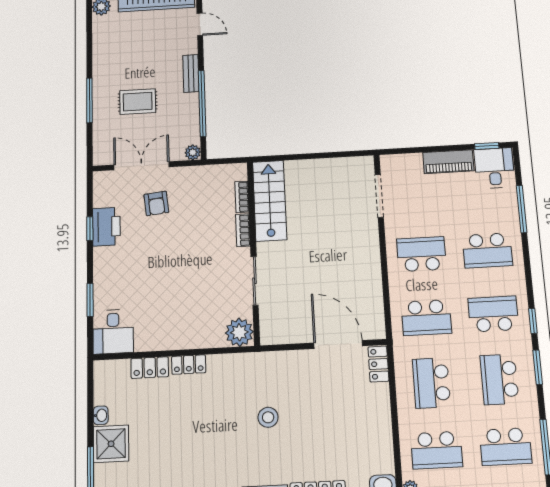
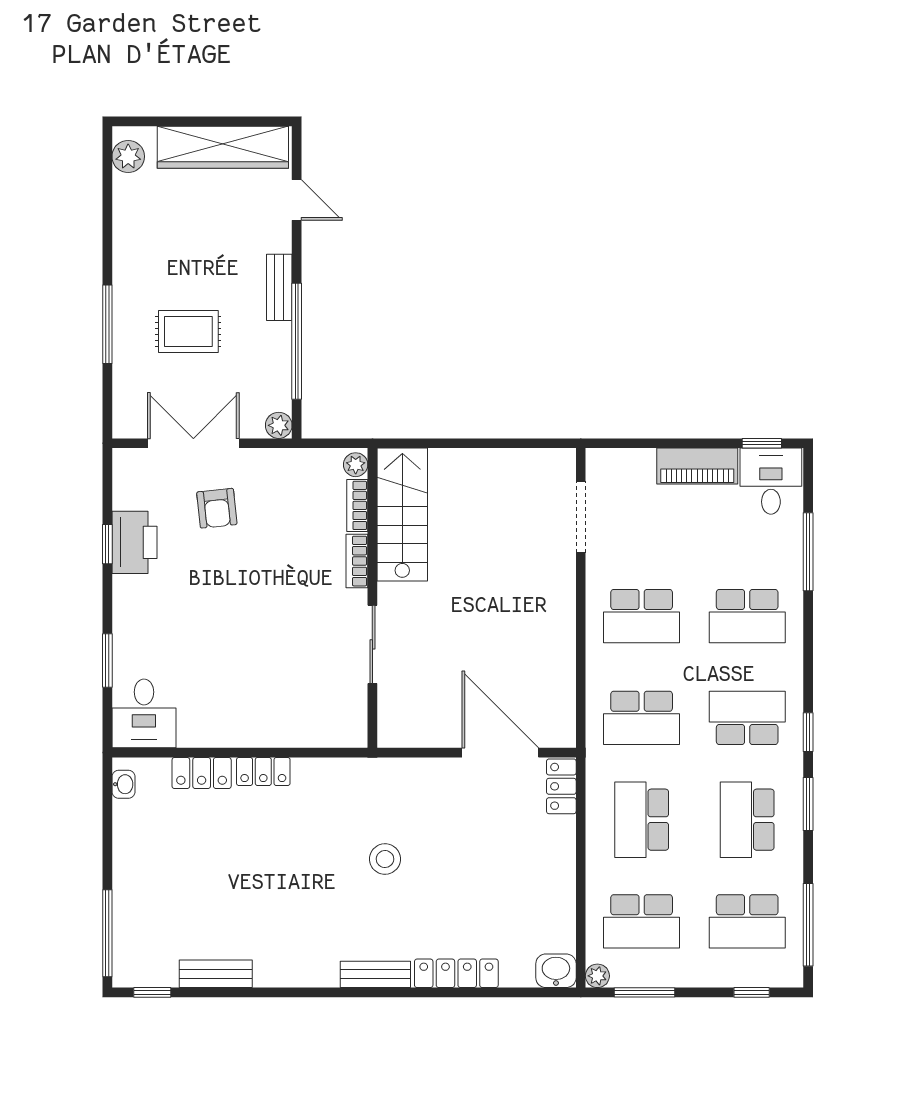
school desk: (421, 254) -> (642, 616), turned 180
plant: (239, 332) -> (356, 465), moved, width x0.53, depth x0.53
washbasin: (101, 415) -> (123, 784), moved
shower: (111, 444) -> (139, 887), removed

